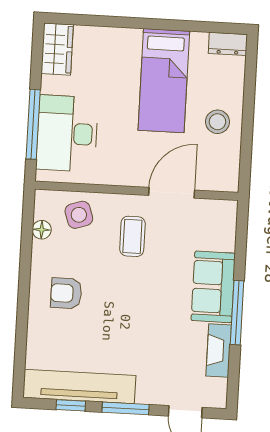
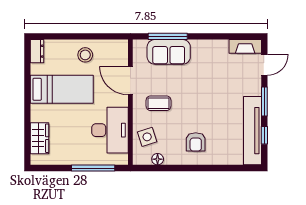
wardrobe: (57, 49) -> (40, 138), moved, turned 90
desk: (67, 133) -> (110, 130), moved, turned -90
sofa: (213, 287) -> (169, 52), moved
window: (237, 313) -> (168, 36), moved
fireplace: (219, 350) -> (245, 46), moved

